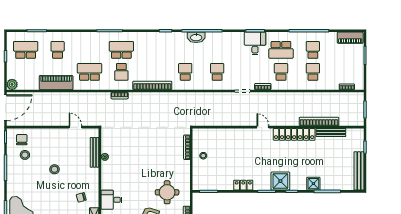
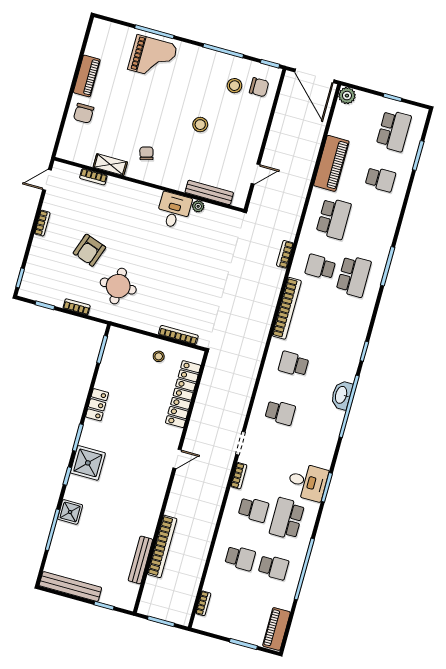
school desk: (185, 72) -> (294, 364), turned 180
locker: (294, 134) -> (183, 394), moved
desk: (111, 200) -> (174, 210), moved

